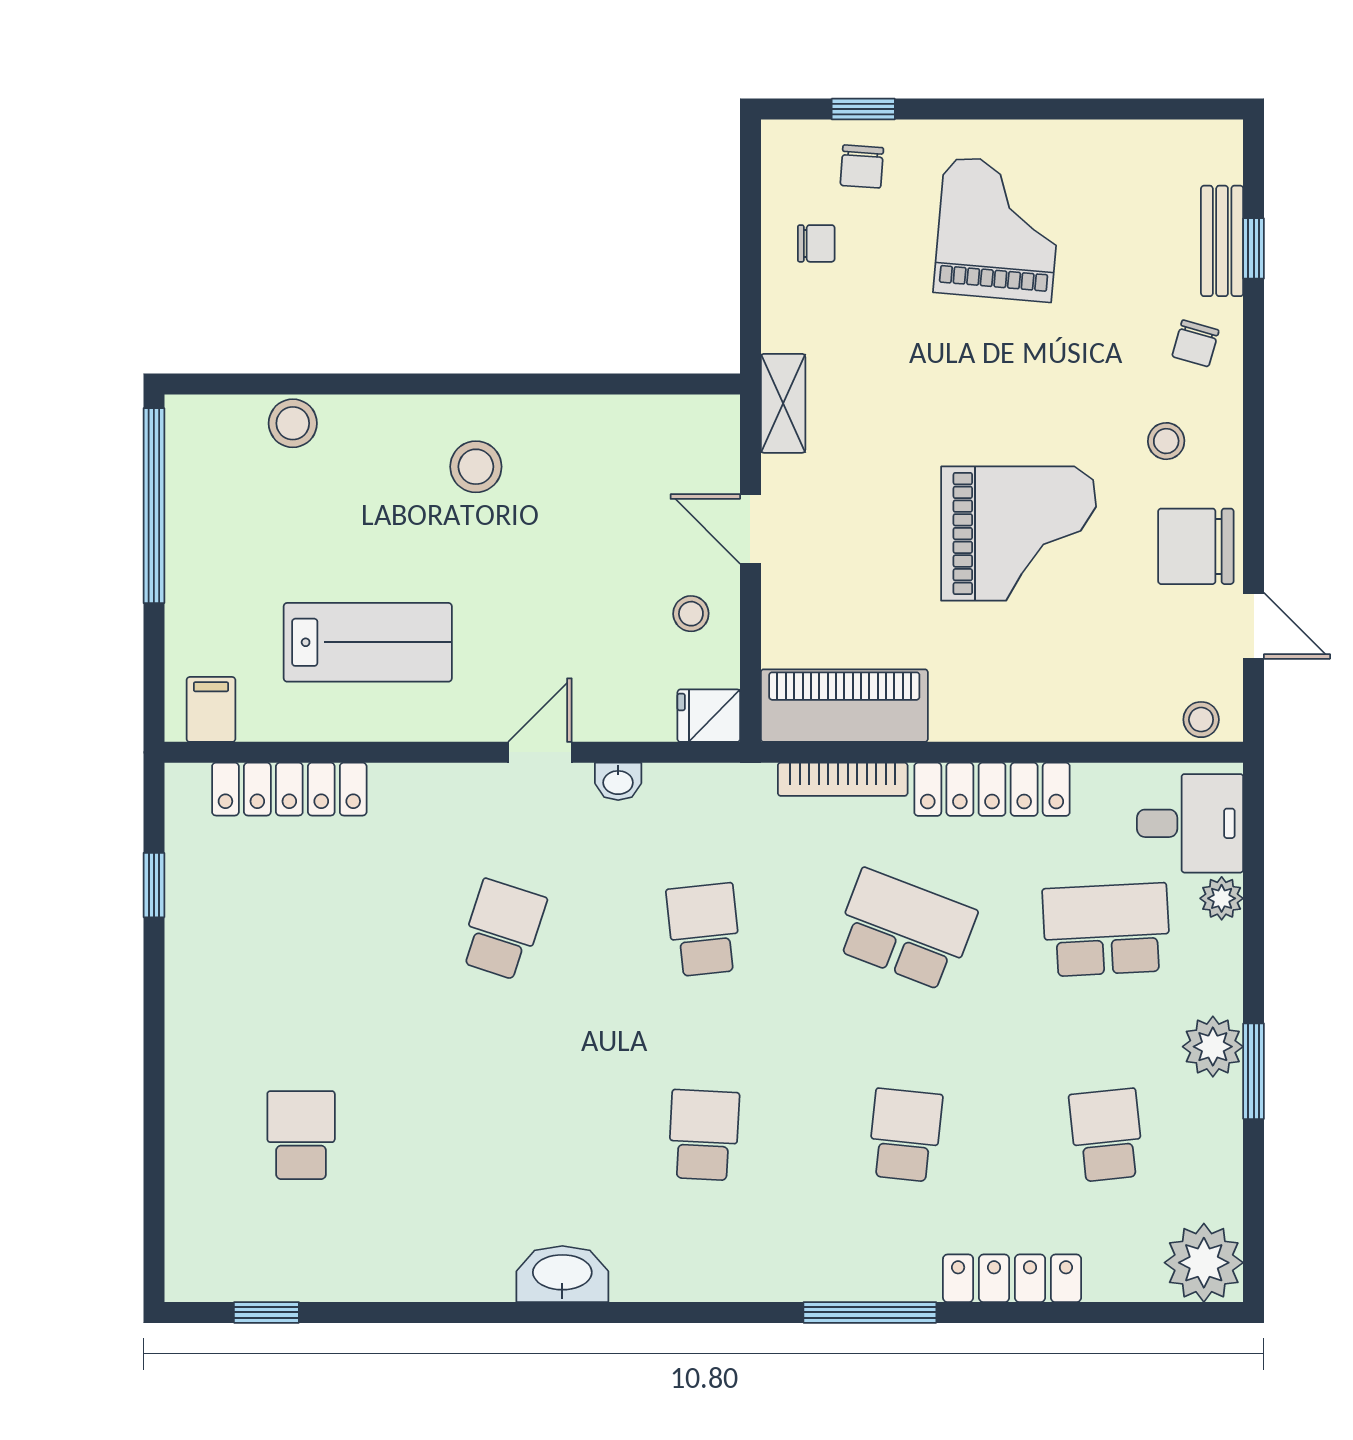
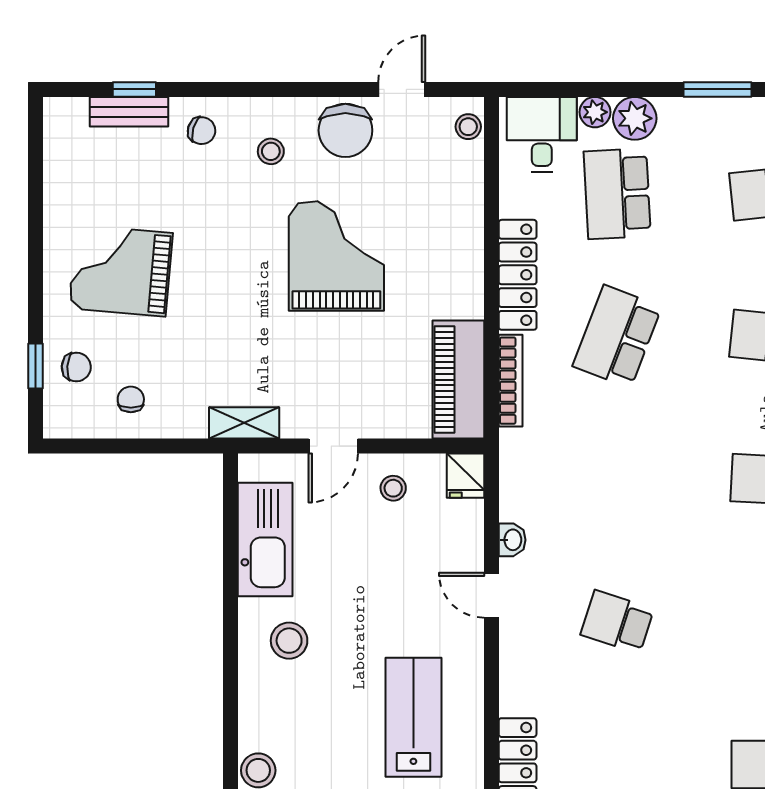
kitchen sink: (619, 433) -> (265, 540), added
school desk: (704, 930) -> (617, 479), removed
plant: (1213, 1047) -> (635, 118), moved

